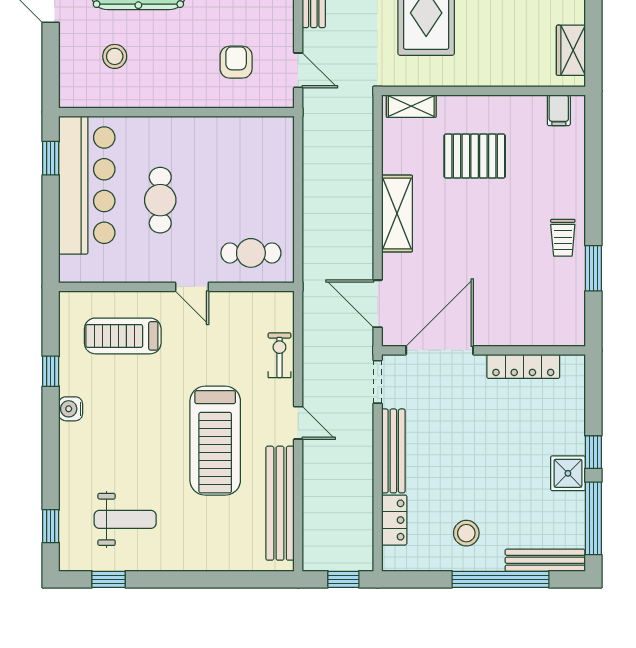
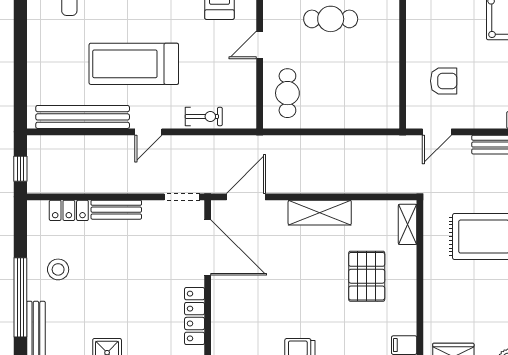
bench: (393, 451) -> (116, 210), width x0.73

